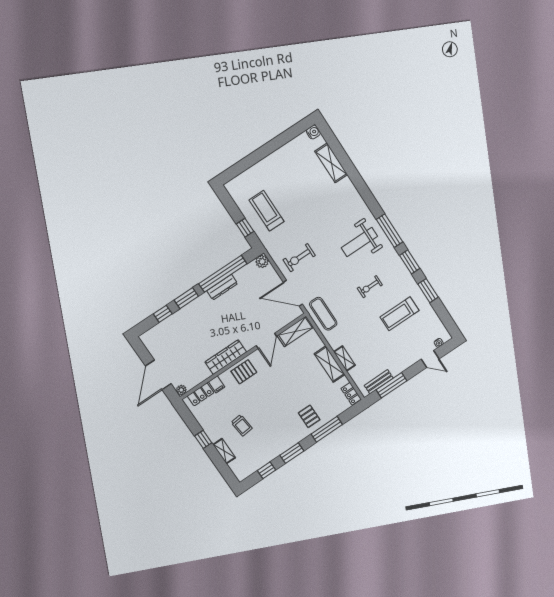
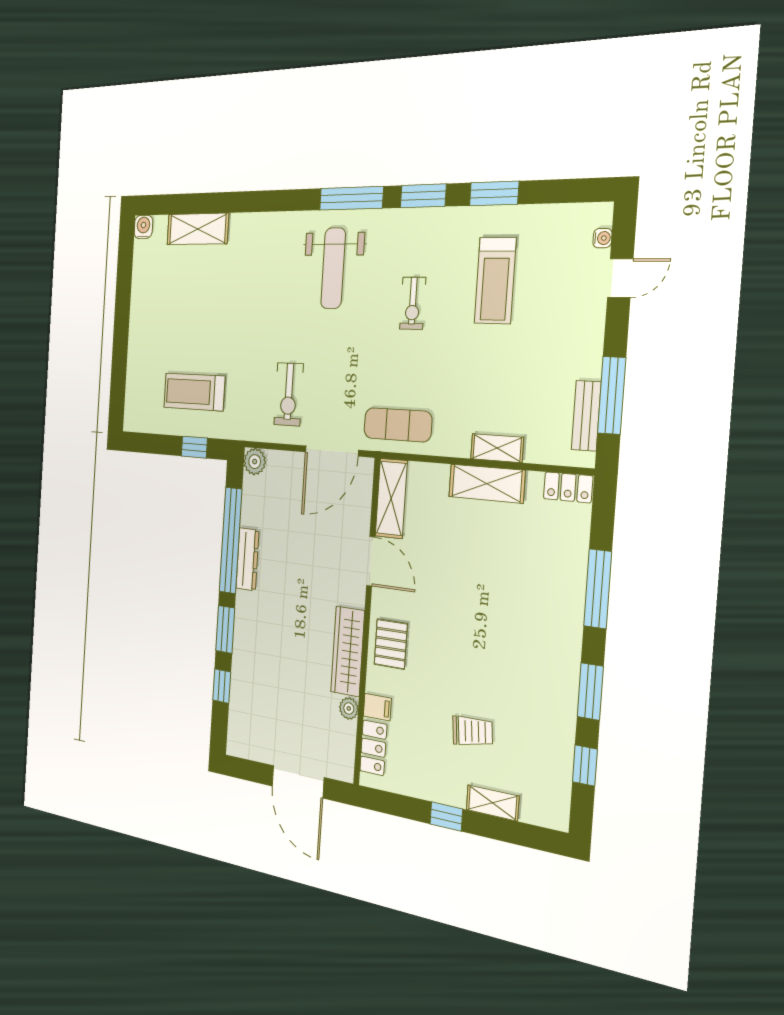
plant: (181, 390) -> (349, 708), moved
pallet: (309, 416) -> (549, 600), removed

